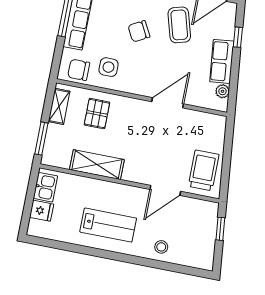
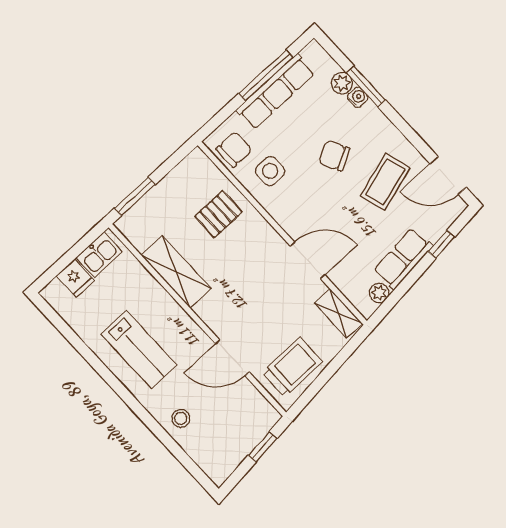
chair: (79, 70) -> (234, 149), turned 90
shelving: (59, 106) -> (338, 313), moved, turned 90

